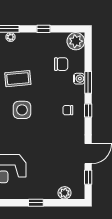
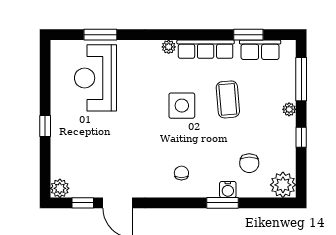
plant: (11, 37) -> (289, 109), moved
window: (88, 110) -> (181, 203), removed
plant: (65, 193) -> (60, 188), moved

